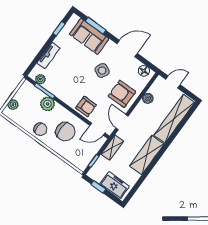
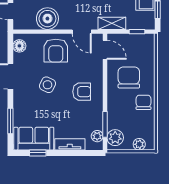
sofa: (89, 36) -> (34, 139), moved, turned -90
boiler: (148, 98) -> (47, 19), width x1.86, depth x1.86
plant: (48, 104) -> (115, 138), moved
armchair: (86, 106) -> (82, 92), moved, turned 90
door: (122, 122) -> (82, 32), hinge flipped

